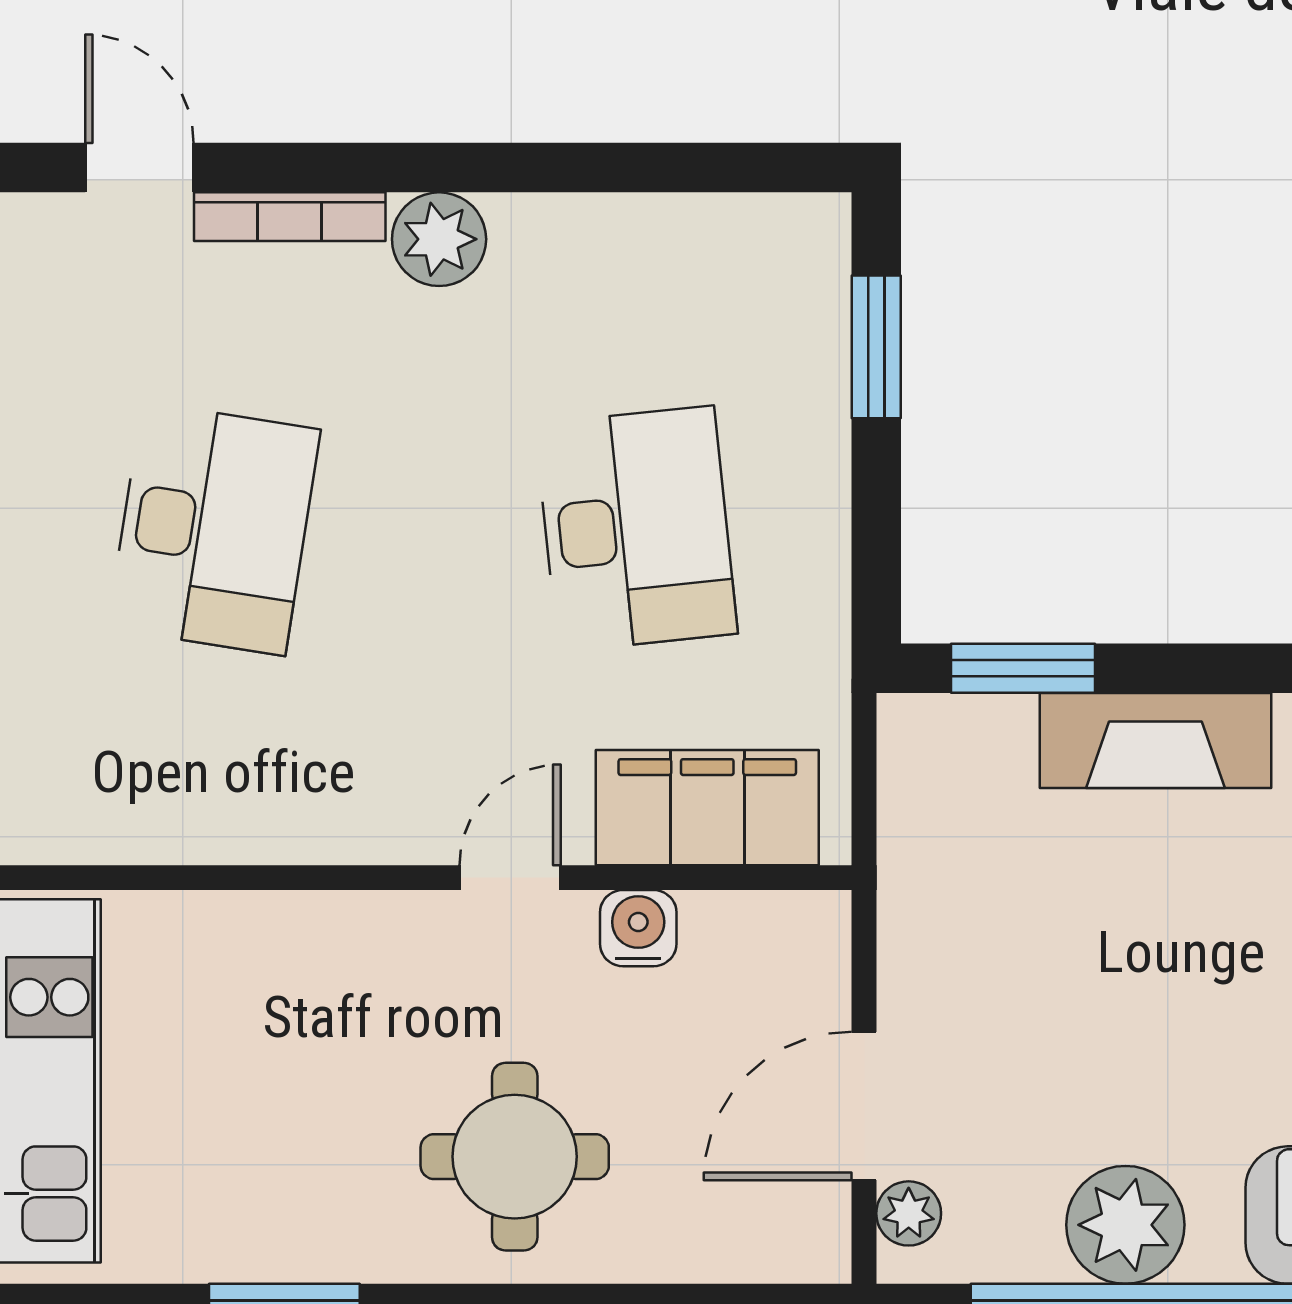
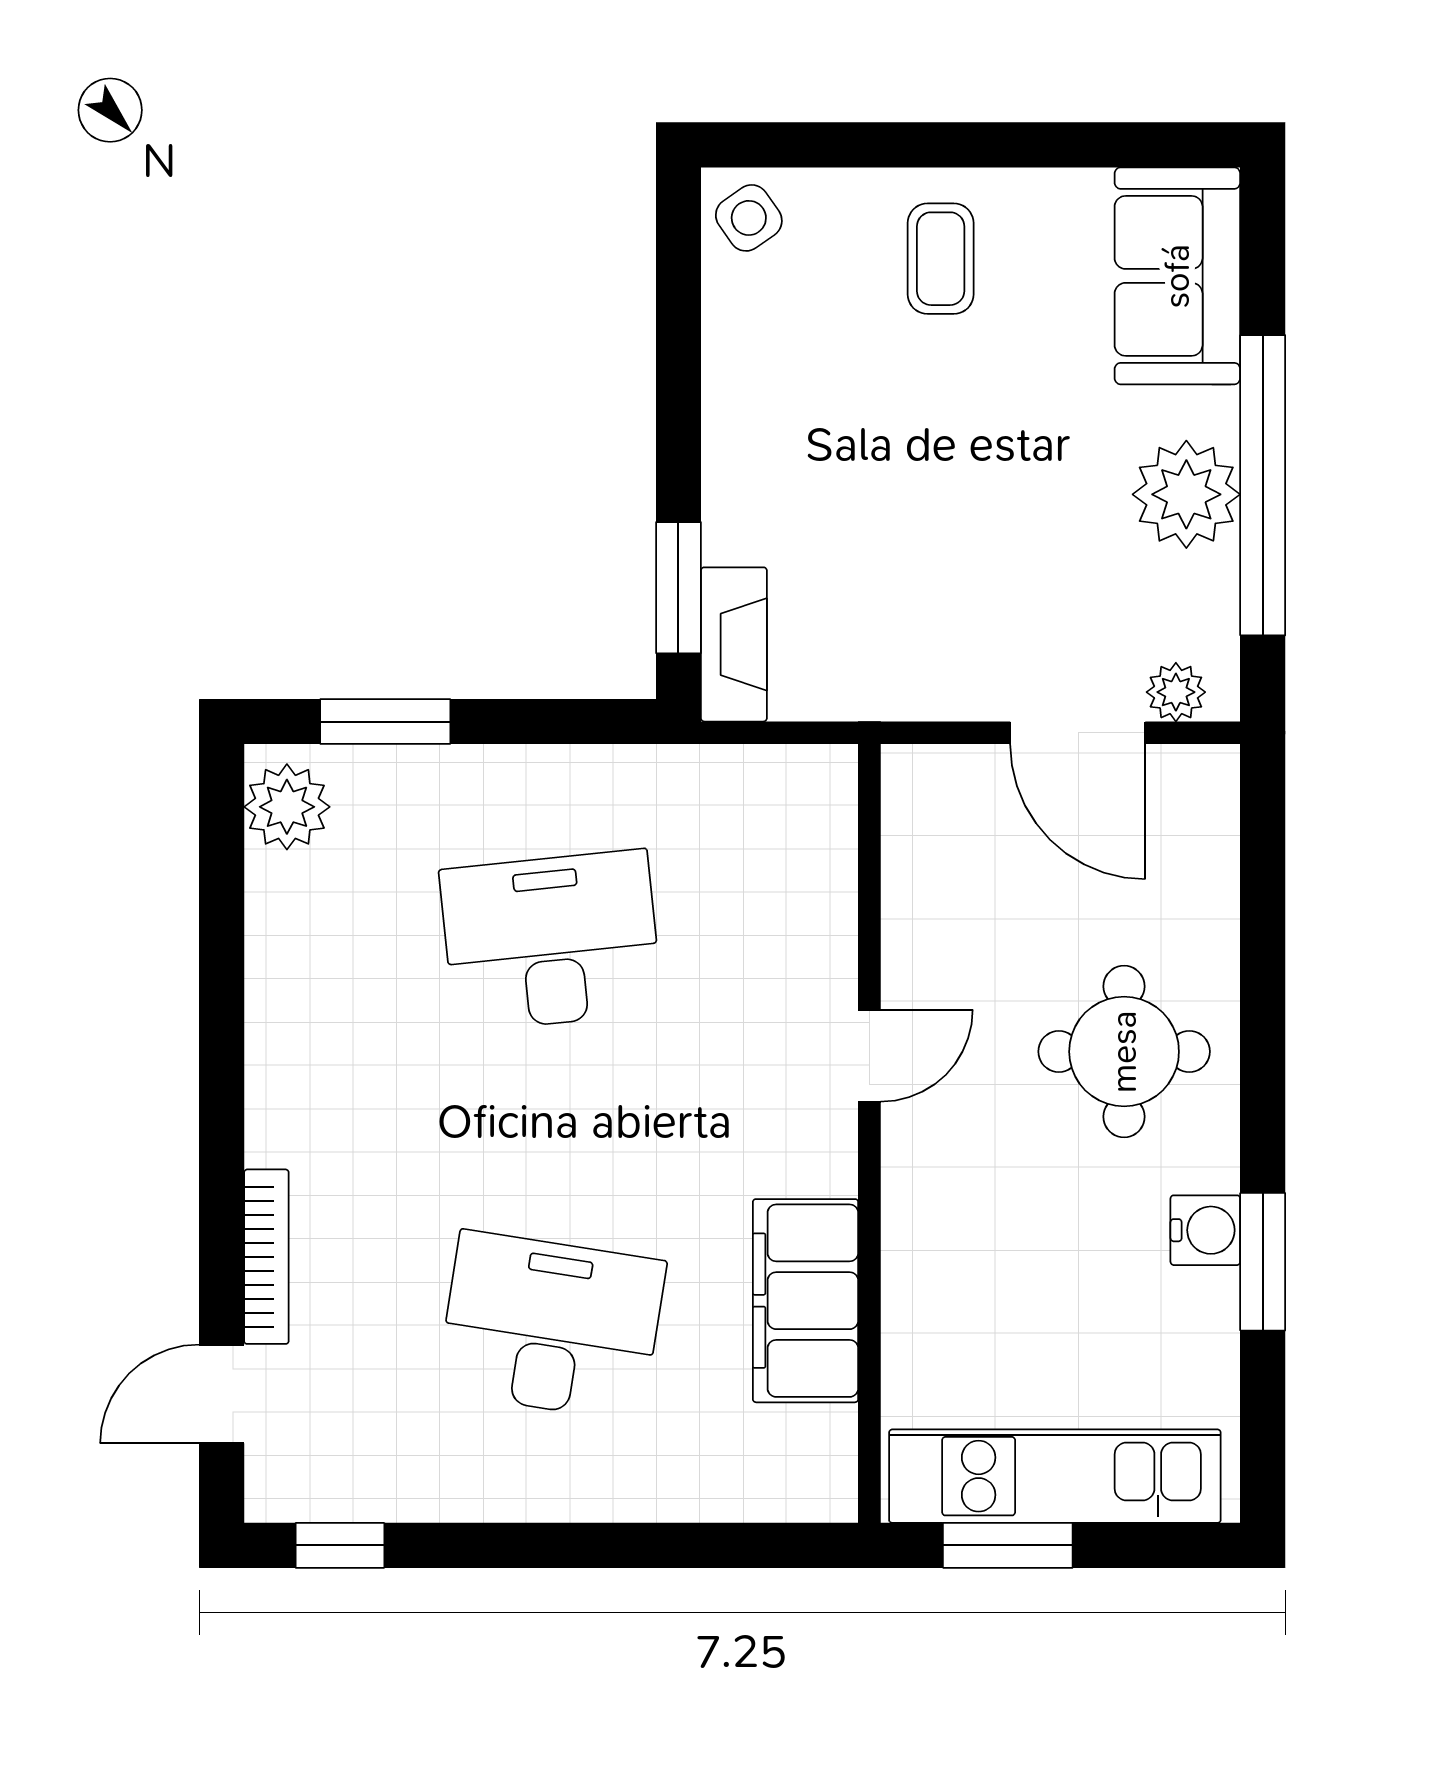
plant: (439, 239) -> (287, 807), moved
fireplace: (1155, 740) -> (734, 644), moved, width x0.73, depth x0.76
filing cabinet: (707, 808) -> (806, 1301), moved
door: (510, 878) -> (869, 1056), swing flipped
water cooler: (638, 928) -> (1205, 1230), moved, turned 180

